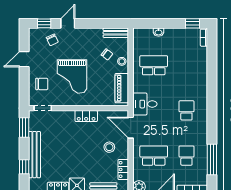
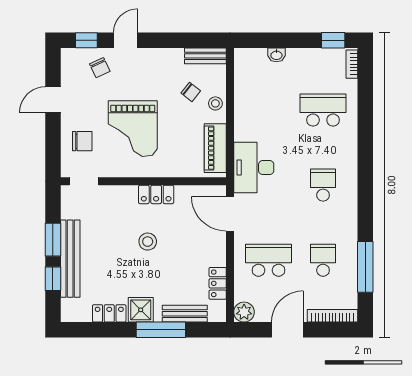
school desk: (154, 65) -> (323, 110), moved
desk: (145, 104) -> (254, 168), width x1.37
window: (24, 128) -> (53, 240), moved
stool: (109, 147) -> (148, 242), moved

